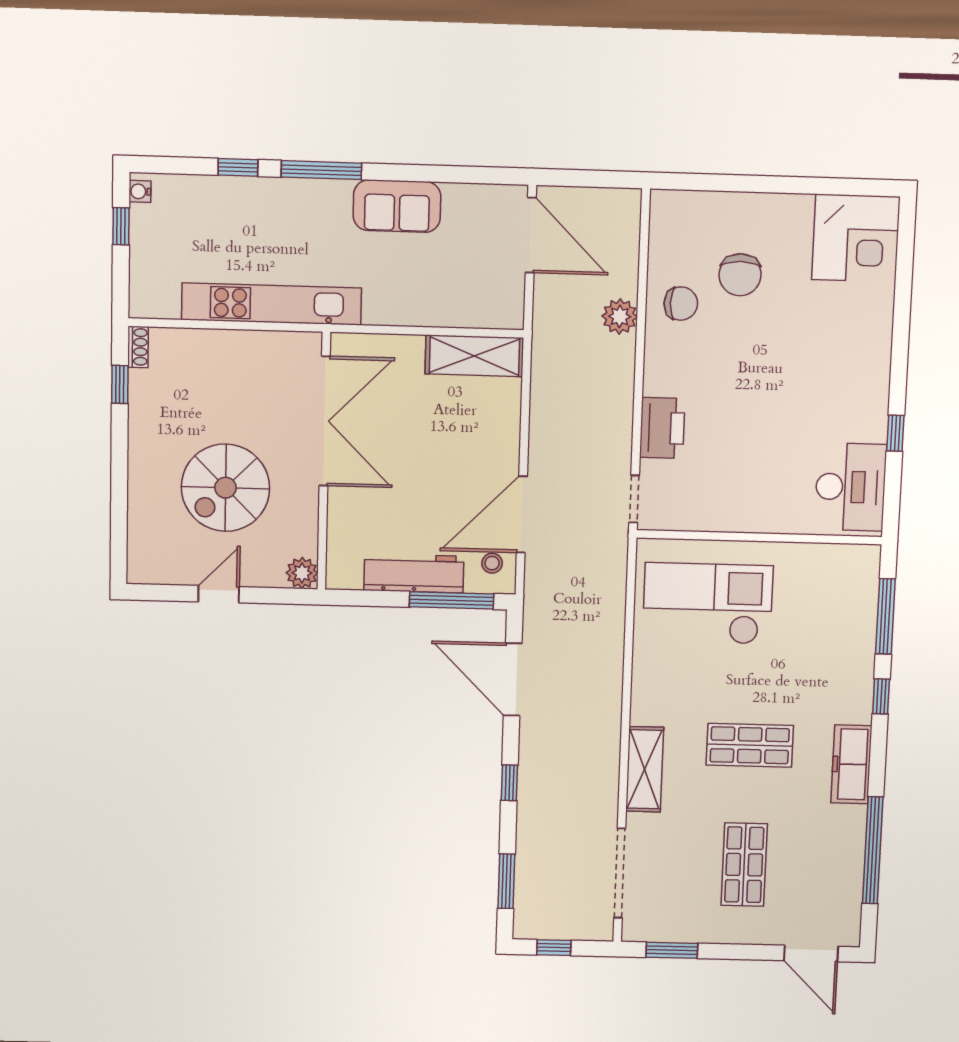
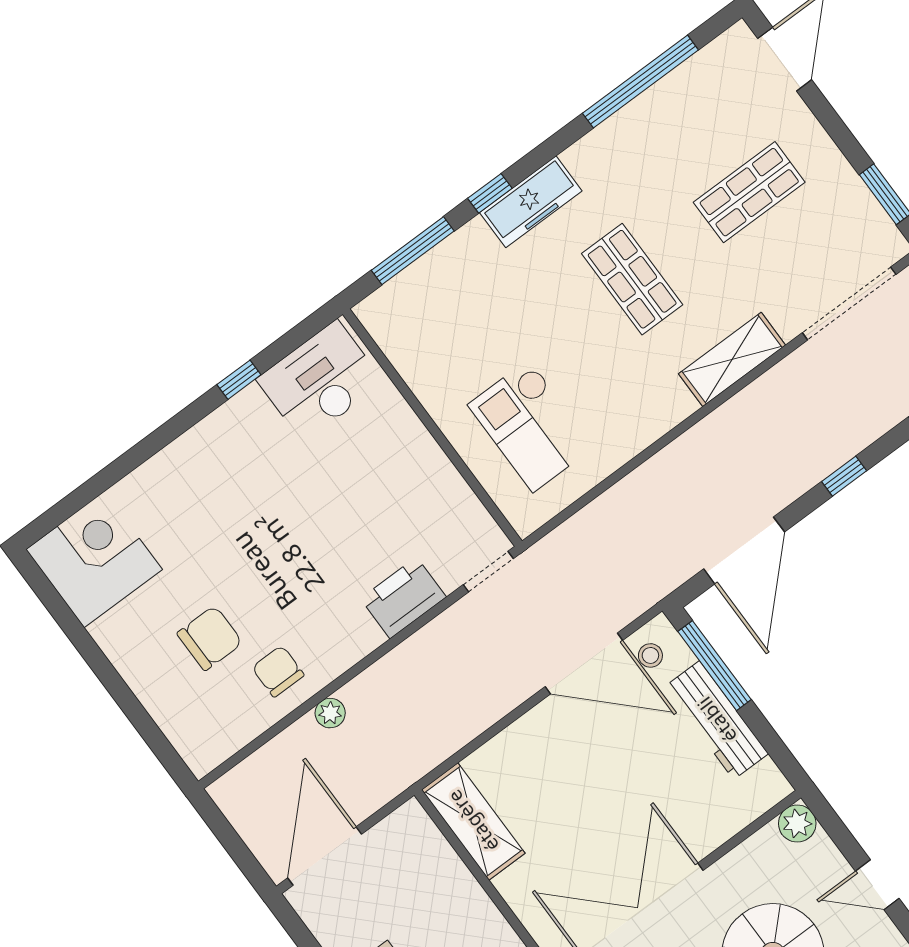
plant: (620, 316) -> (330, 713), width x0.73, depth x0.73
checkout: (708, 604) -> (531, 426), width x0.73, depth x0.83
freezer: (851, 764) -> (531, 202), moved

